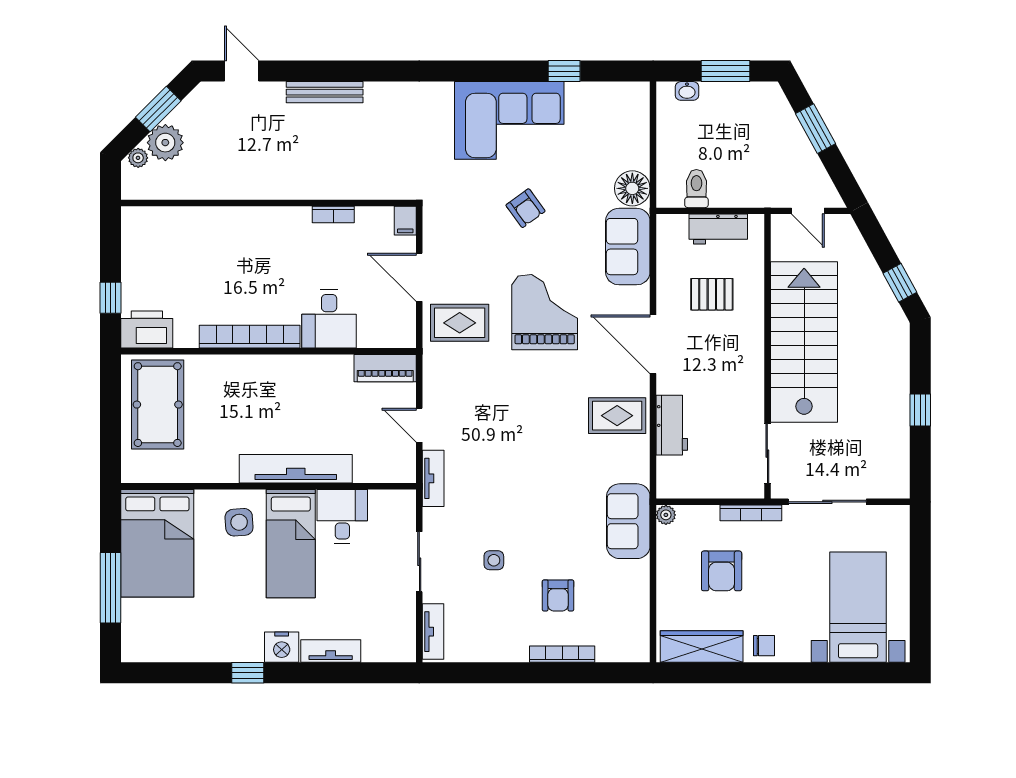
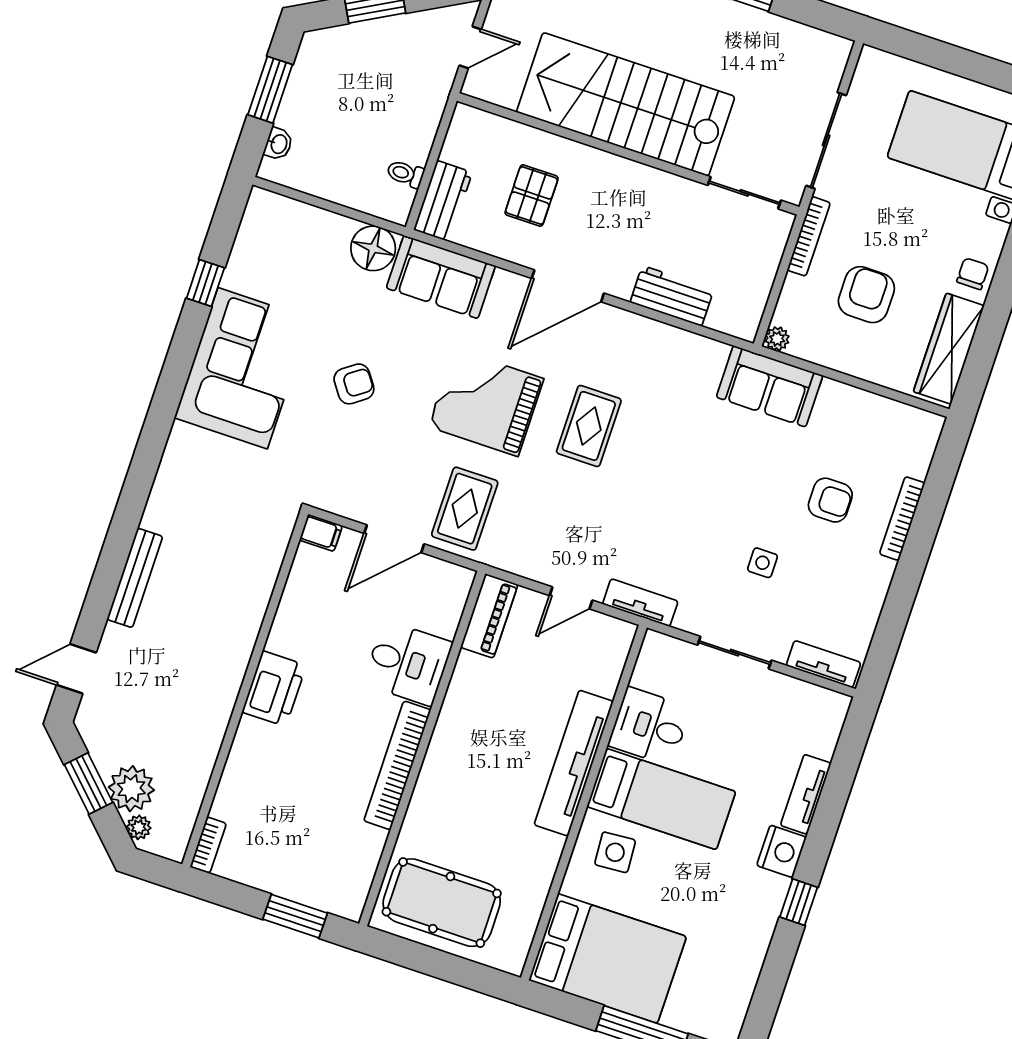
toilet: (696, 189) -> (405, 174), width x0.73, depth x0.72
bookcase: (333, 215) -> (208, 845), moved
workbench: (718, 229) -> (443, 201), moved
window: (111, 298) -> (295, 916), width x1.50
printer: (147, 329) -> (274, 689), moved, turned 180
rug: (617, 416) -> (589, 426), moved
armchair: (722, 571) -> (866, 295), turned -90

